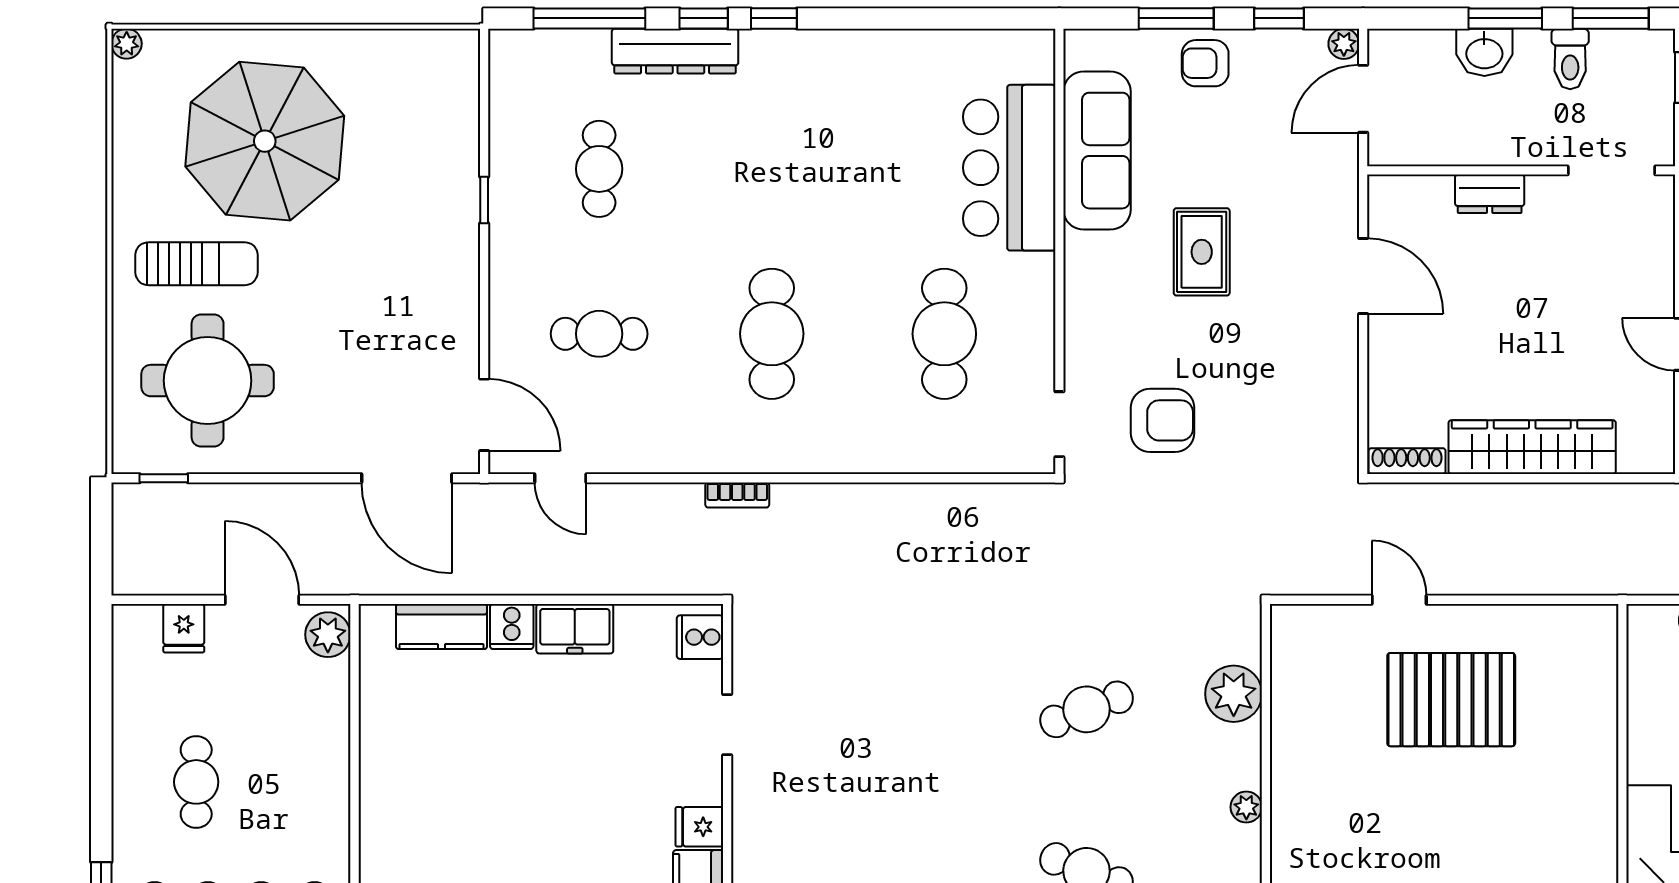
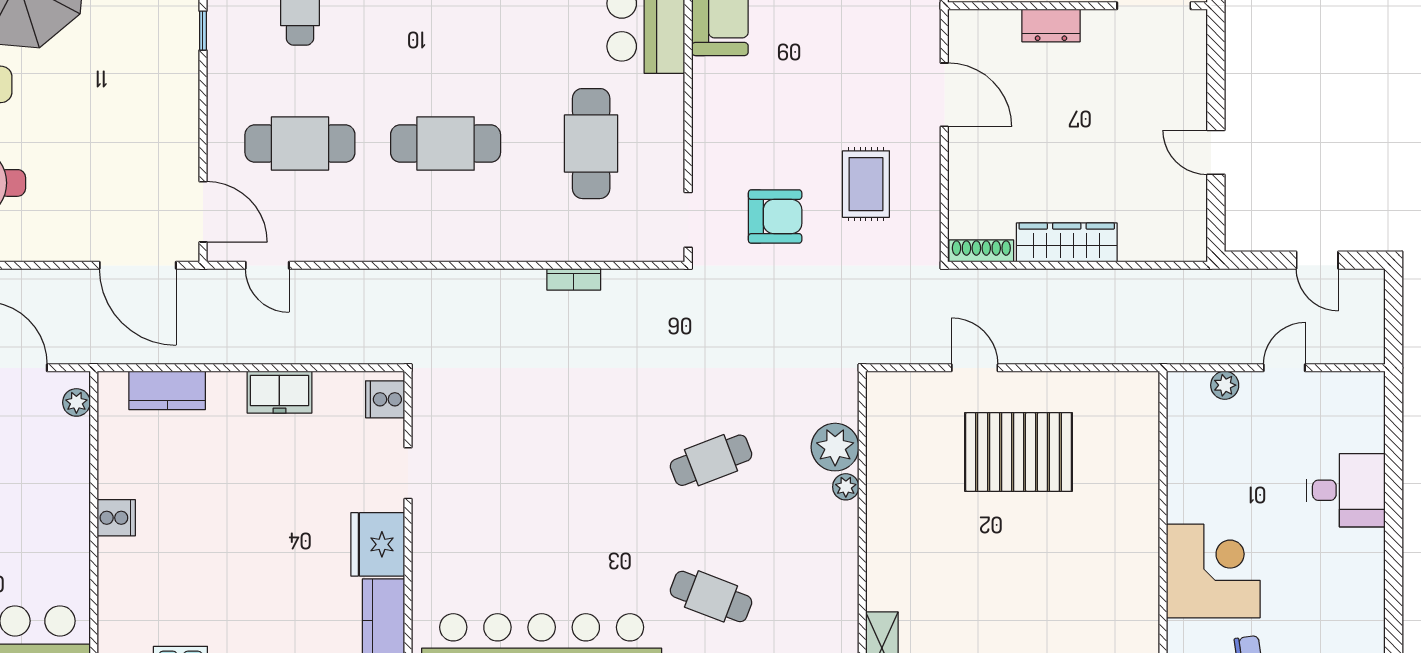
rug: (1202, 252) -> (866, 184), moved
cafe table: (599, 334) -> (300, 144), width x1.37, depth x1.35
cafe table: (772, 334) -> (446, 144), turned 90
wardrobe: (1532, 447) -> (1067, 242), width x0.71, depth x0.85
bookcase: (737, 495) -> (574, 279), moved
cooker: (512, 627) -> (116, 518), moved, turned -90
plant: (328, 635) -> (76, 402), width x0.73, depth x0.73
plant: (1246, 807) -> (846, 487), moved
fridge: (699, 827) -> (378, 544), width x1.88, depth x1.34

